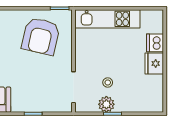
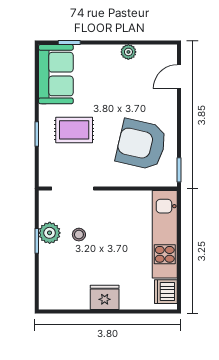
dishwasher: (155, 43) -> (166, 292), moved, turned -90
rug: (30, 86) -> (74, 130), added

